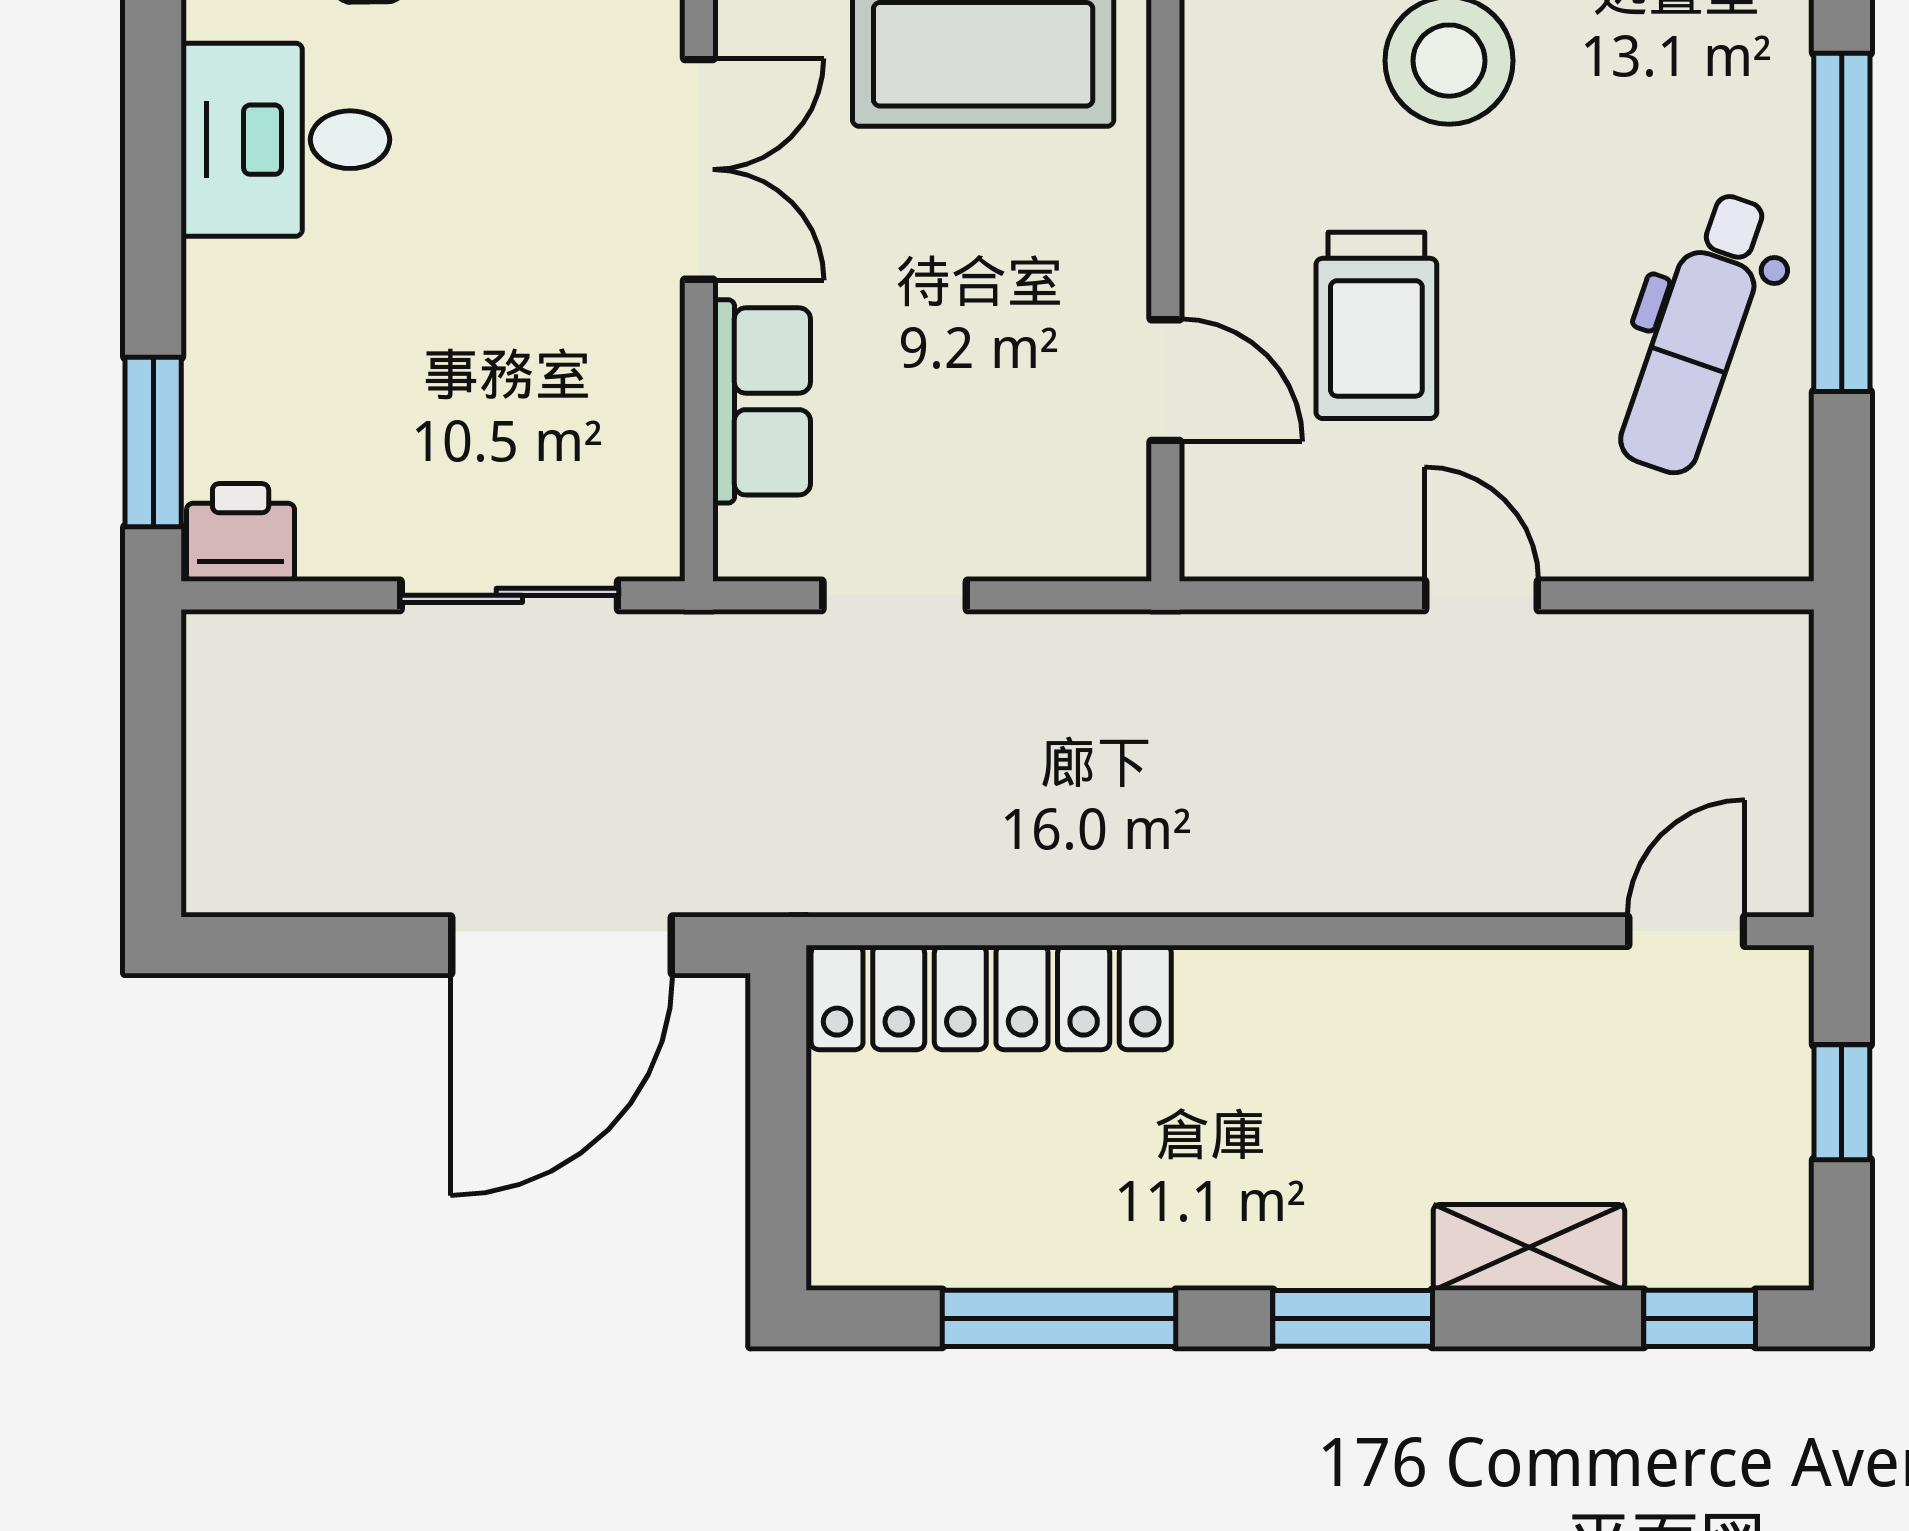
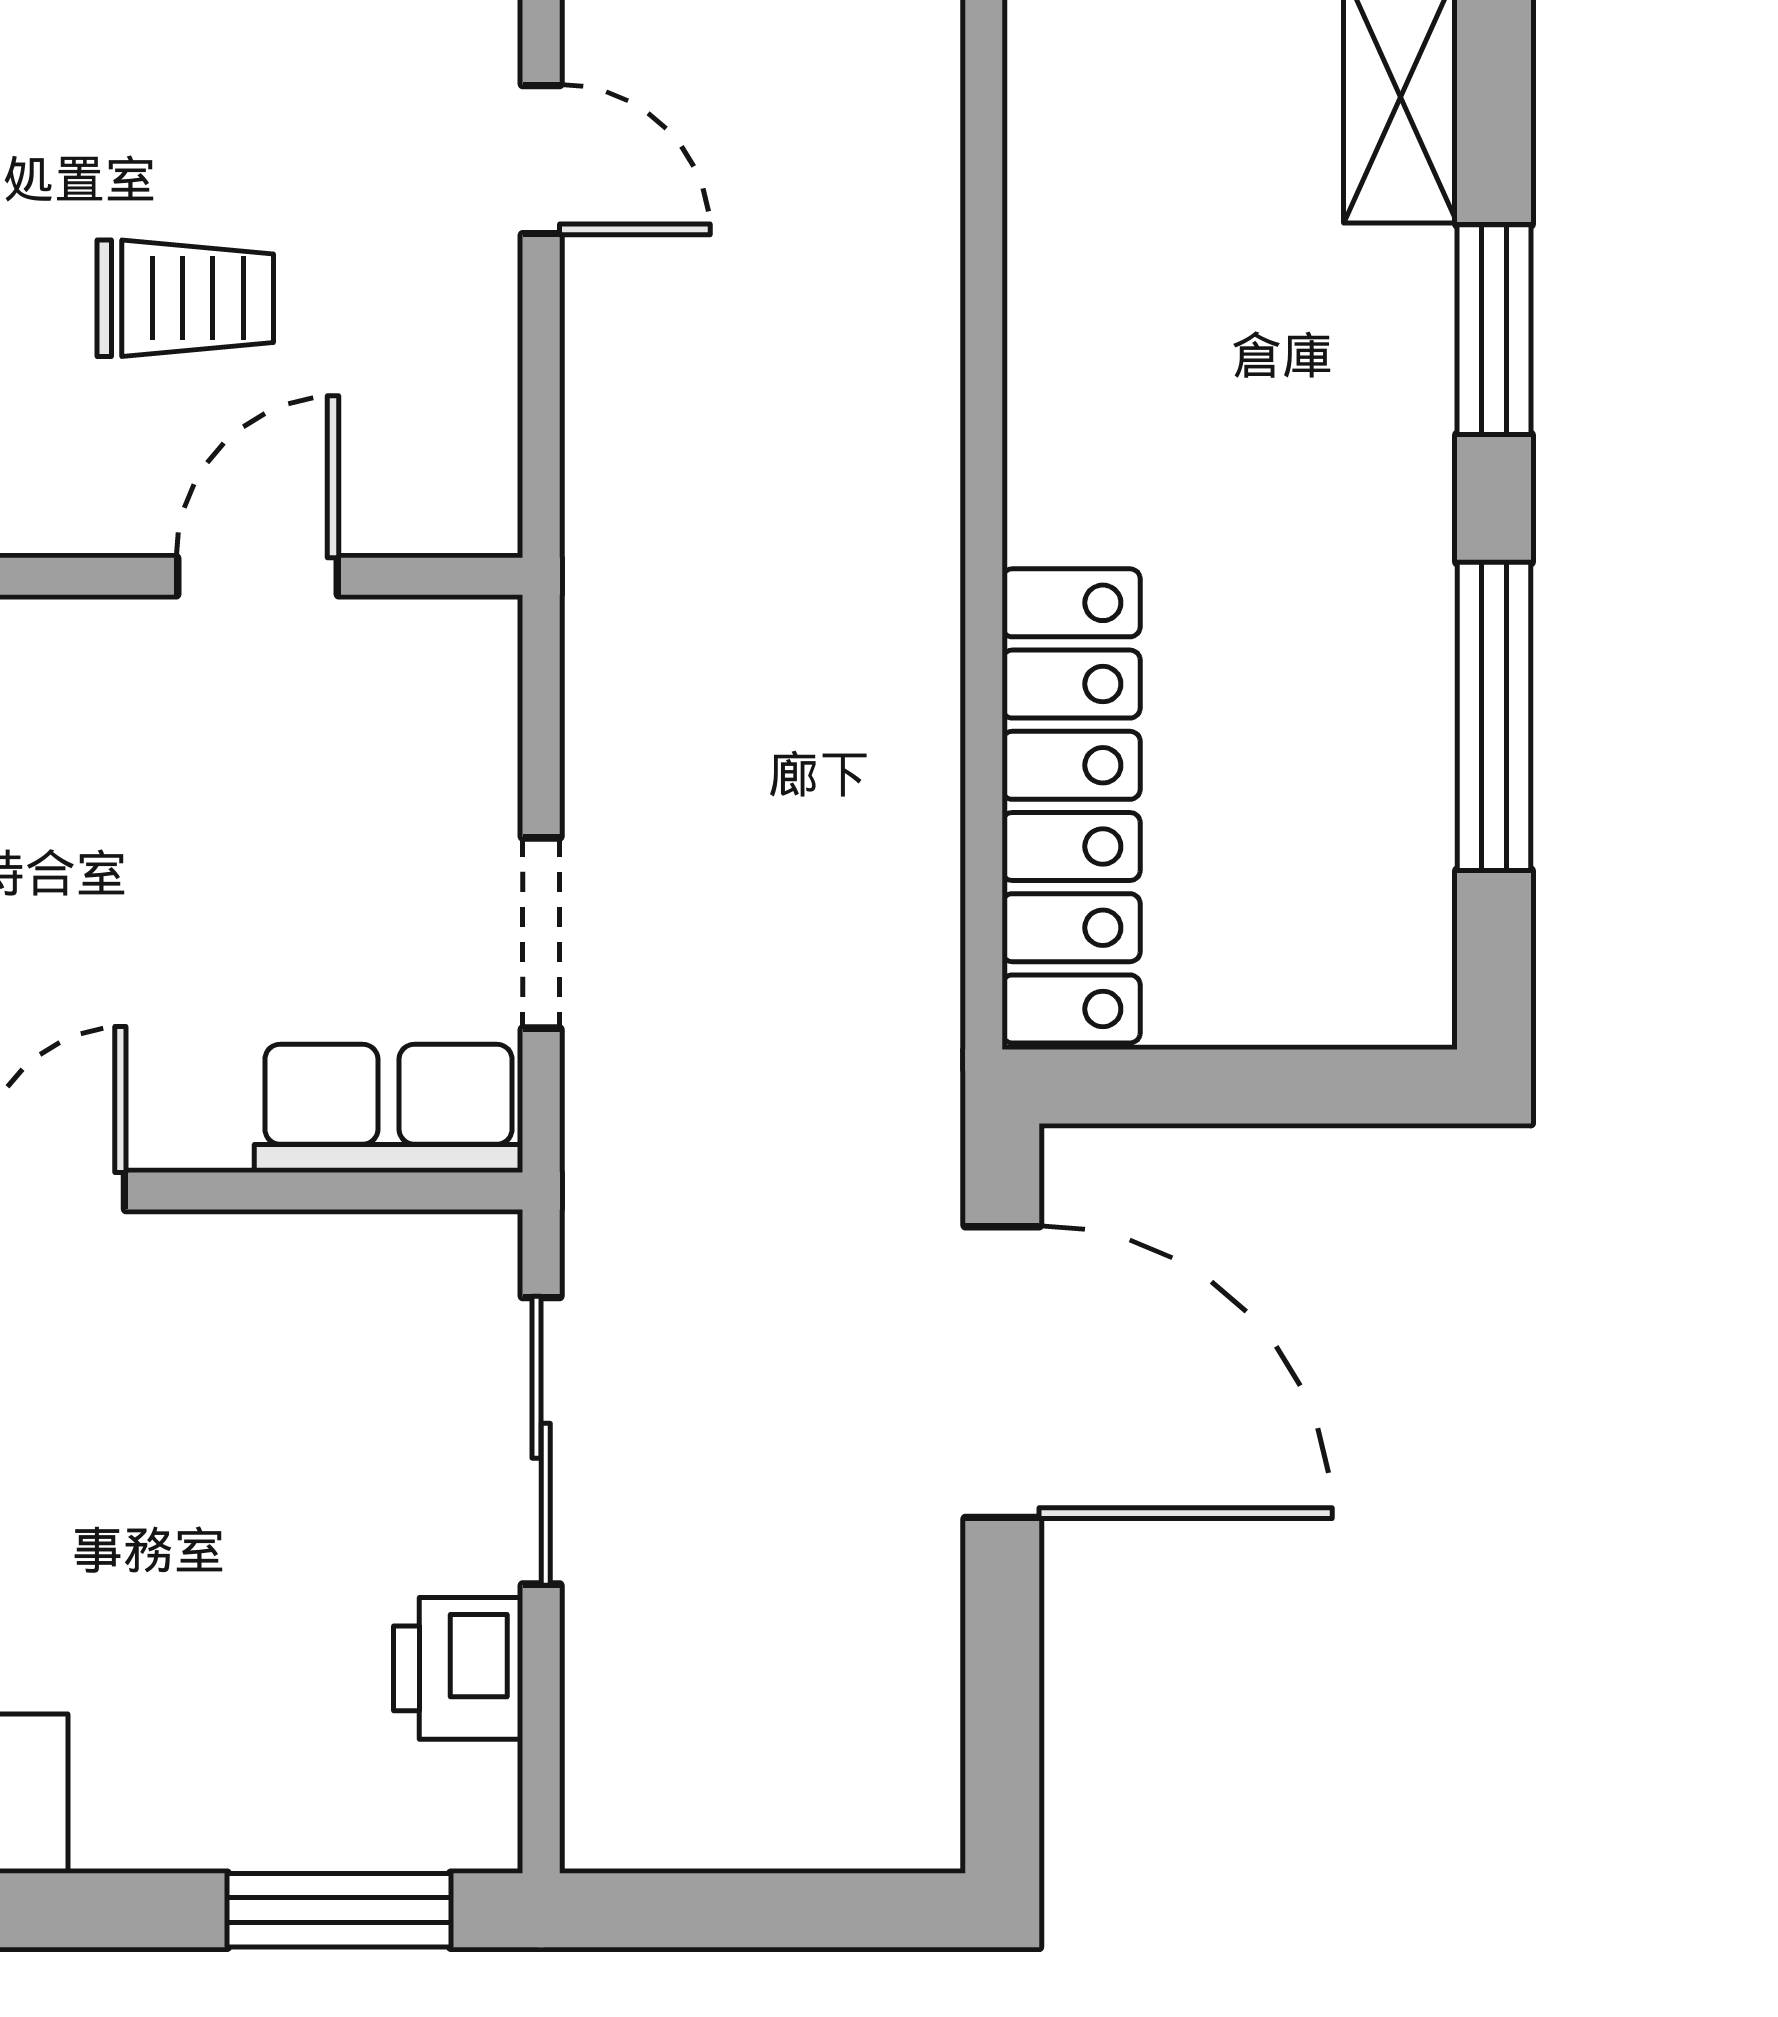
trolley: (1376, 325) -> (185, 298), width x0.73, depth x0.72
row of seats: (762, 401) -> (388, 1108), moved
printer: (241, 532) -> (458, 1668), moved
door: (1482, 595) -> (541, 160), swing flipped

